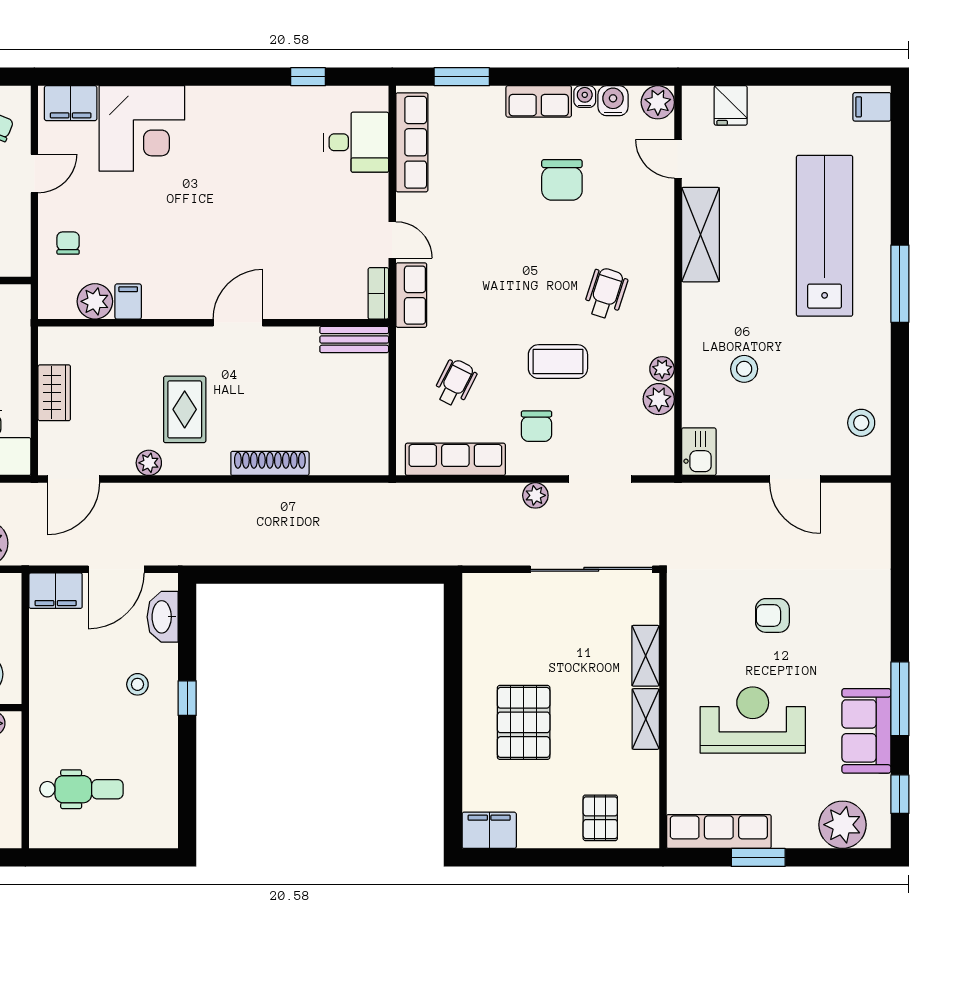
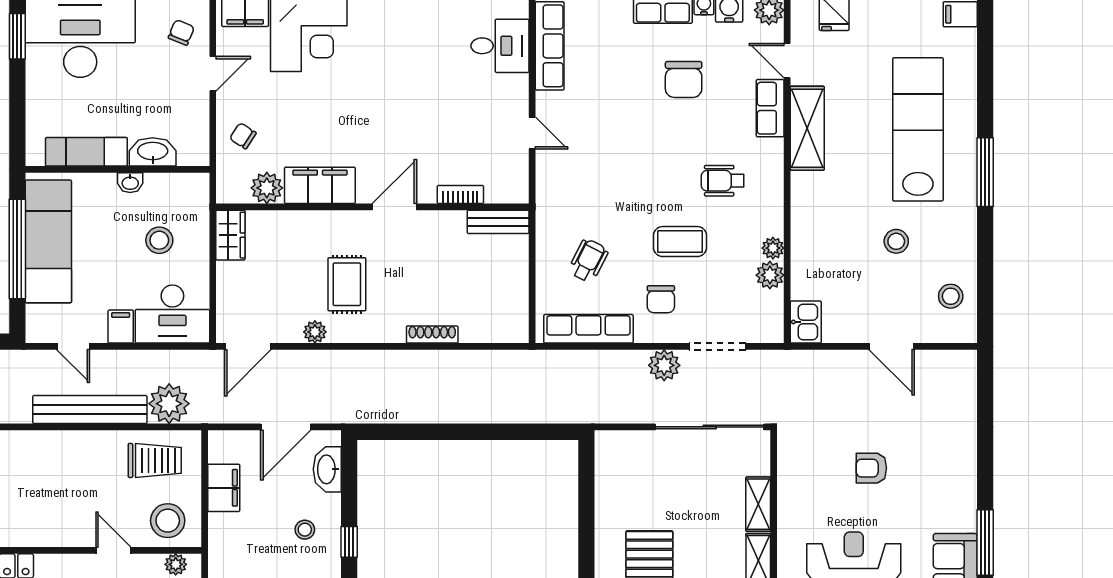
chair: (68, 243) -> (243, 136), turned -57
bookcase: (378, 293) -> (460, 194), moved, turned 90
wheelchair: (606, 293) -> (723, 181), turned -108
row of seats: (411, 295) -> (770, 108), moved, turned 180
filing cabinet: (128, 302) -> (320, 185), width x3.00, depth x1.17
stool: (744, 369) -> (896, 241), moved
wardrobe: (54, 393) -> (230, 235), moved
shoe rack: (270, 463) -> (432, 334), width x0.74, depth x0.81
plant: (535, 495) -> (664, 365), width x1.38, depth x1.38
filing cabinet: (56, 591) -> (224, 488), moved, turned -90

